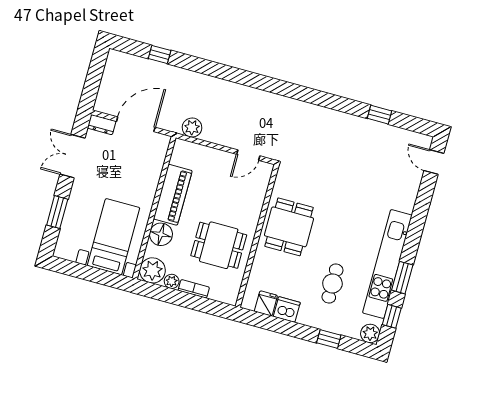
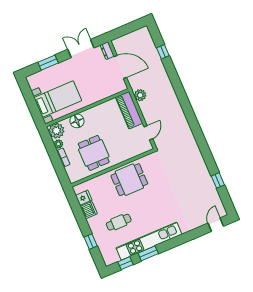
door: (248, 155) -> (148, 133), swing flipped
piano: (173, 195) -> (129, 110), moved, turned 90
plant: (370, 333) -> (109, 259), removed

